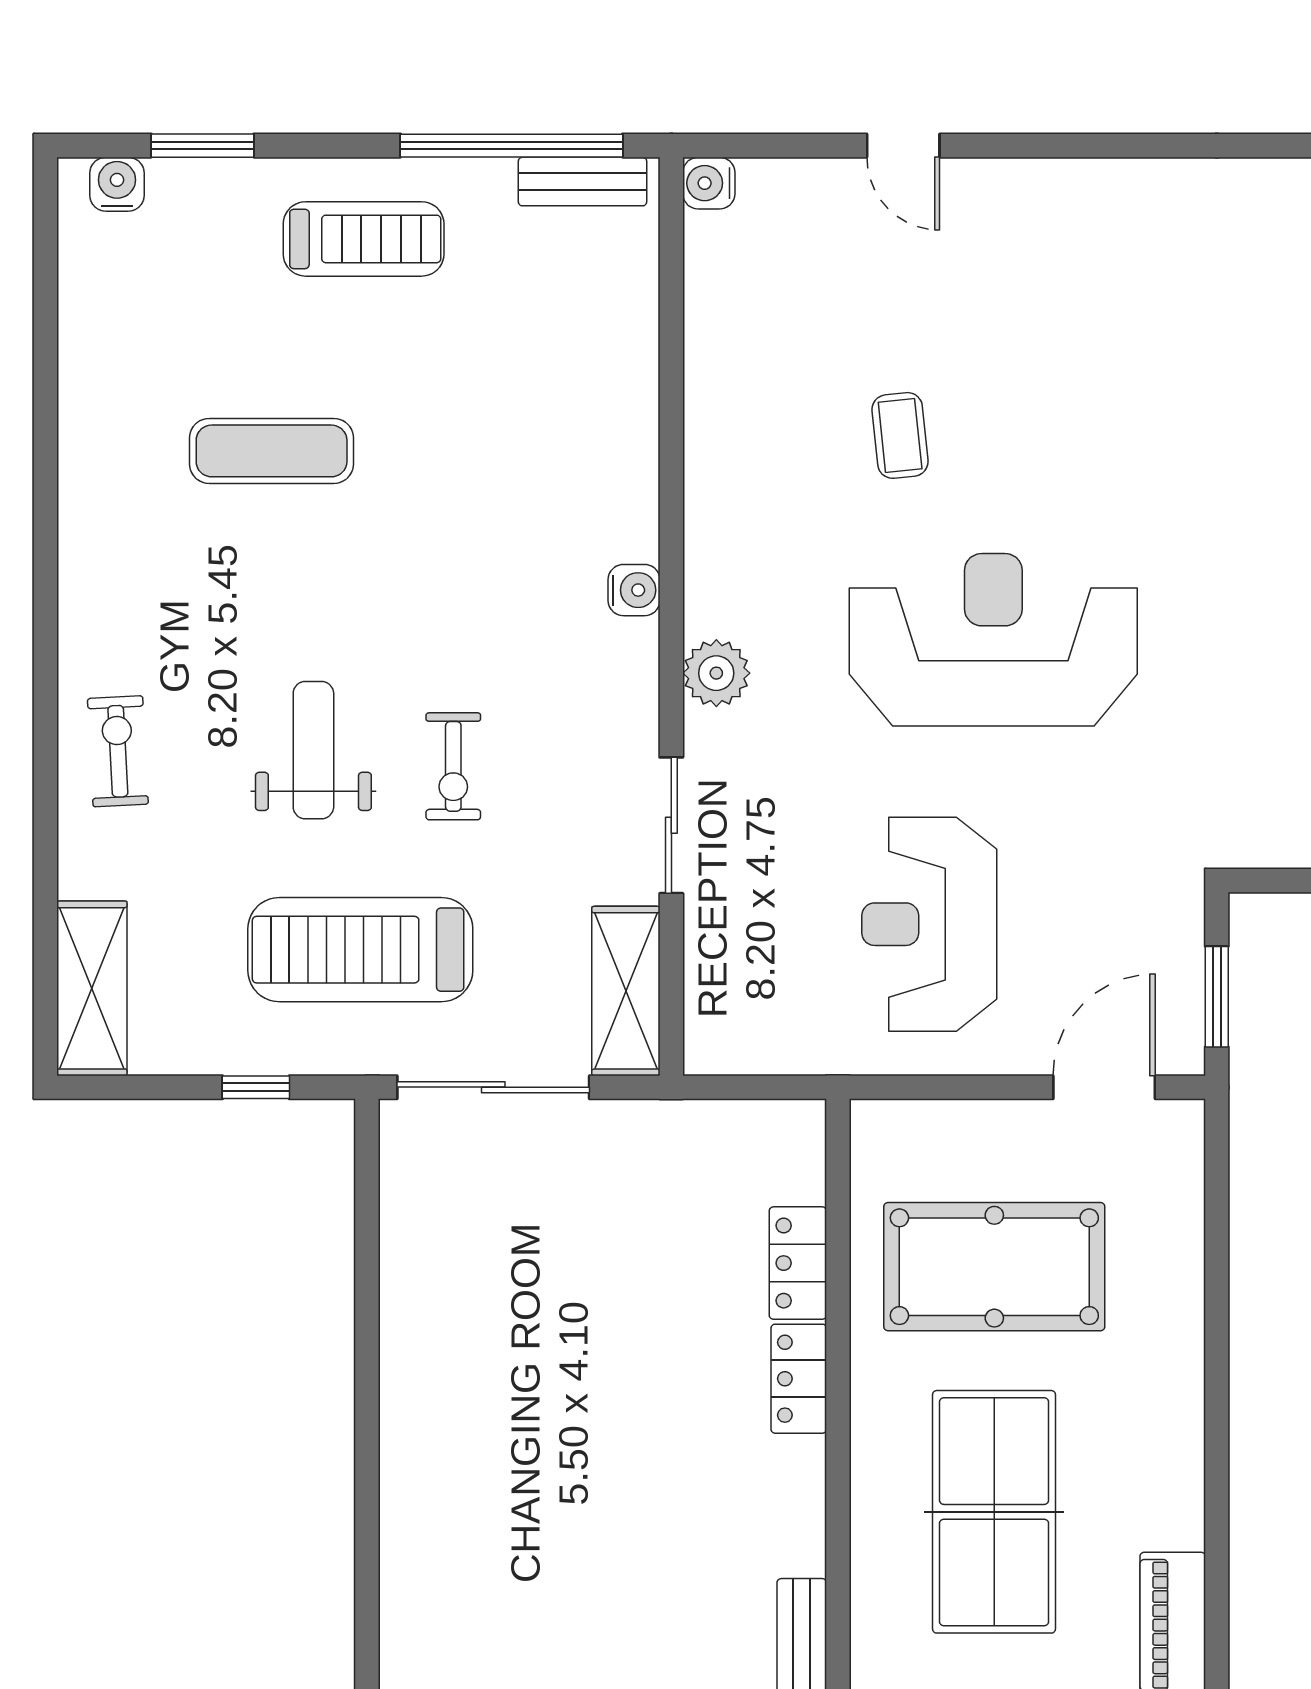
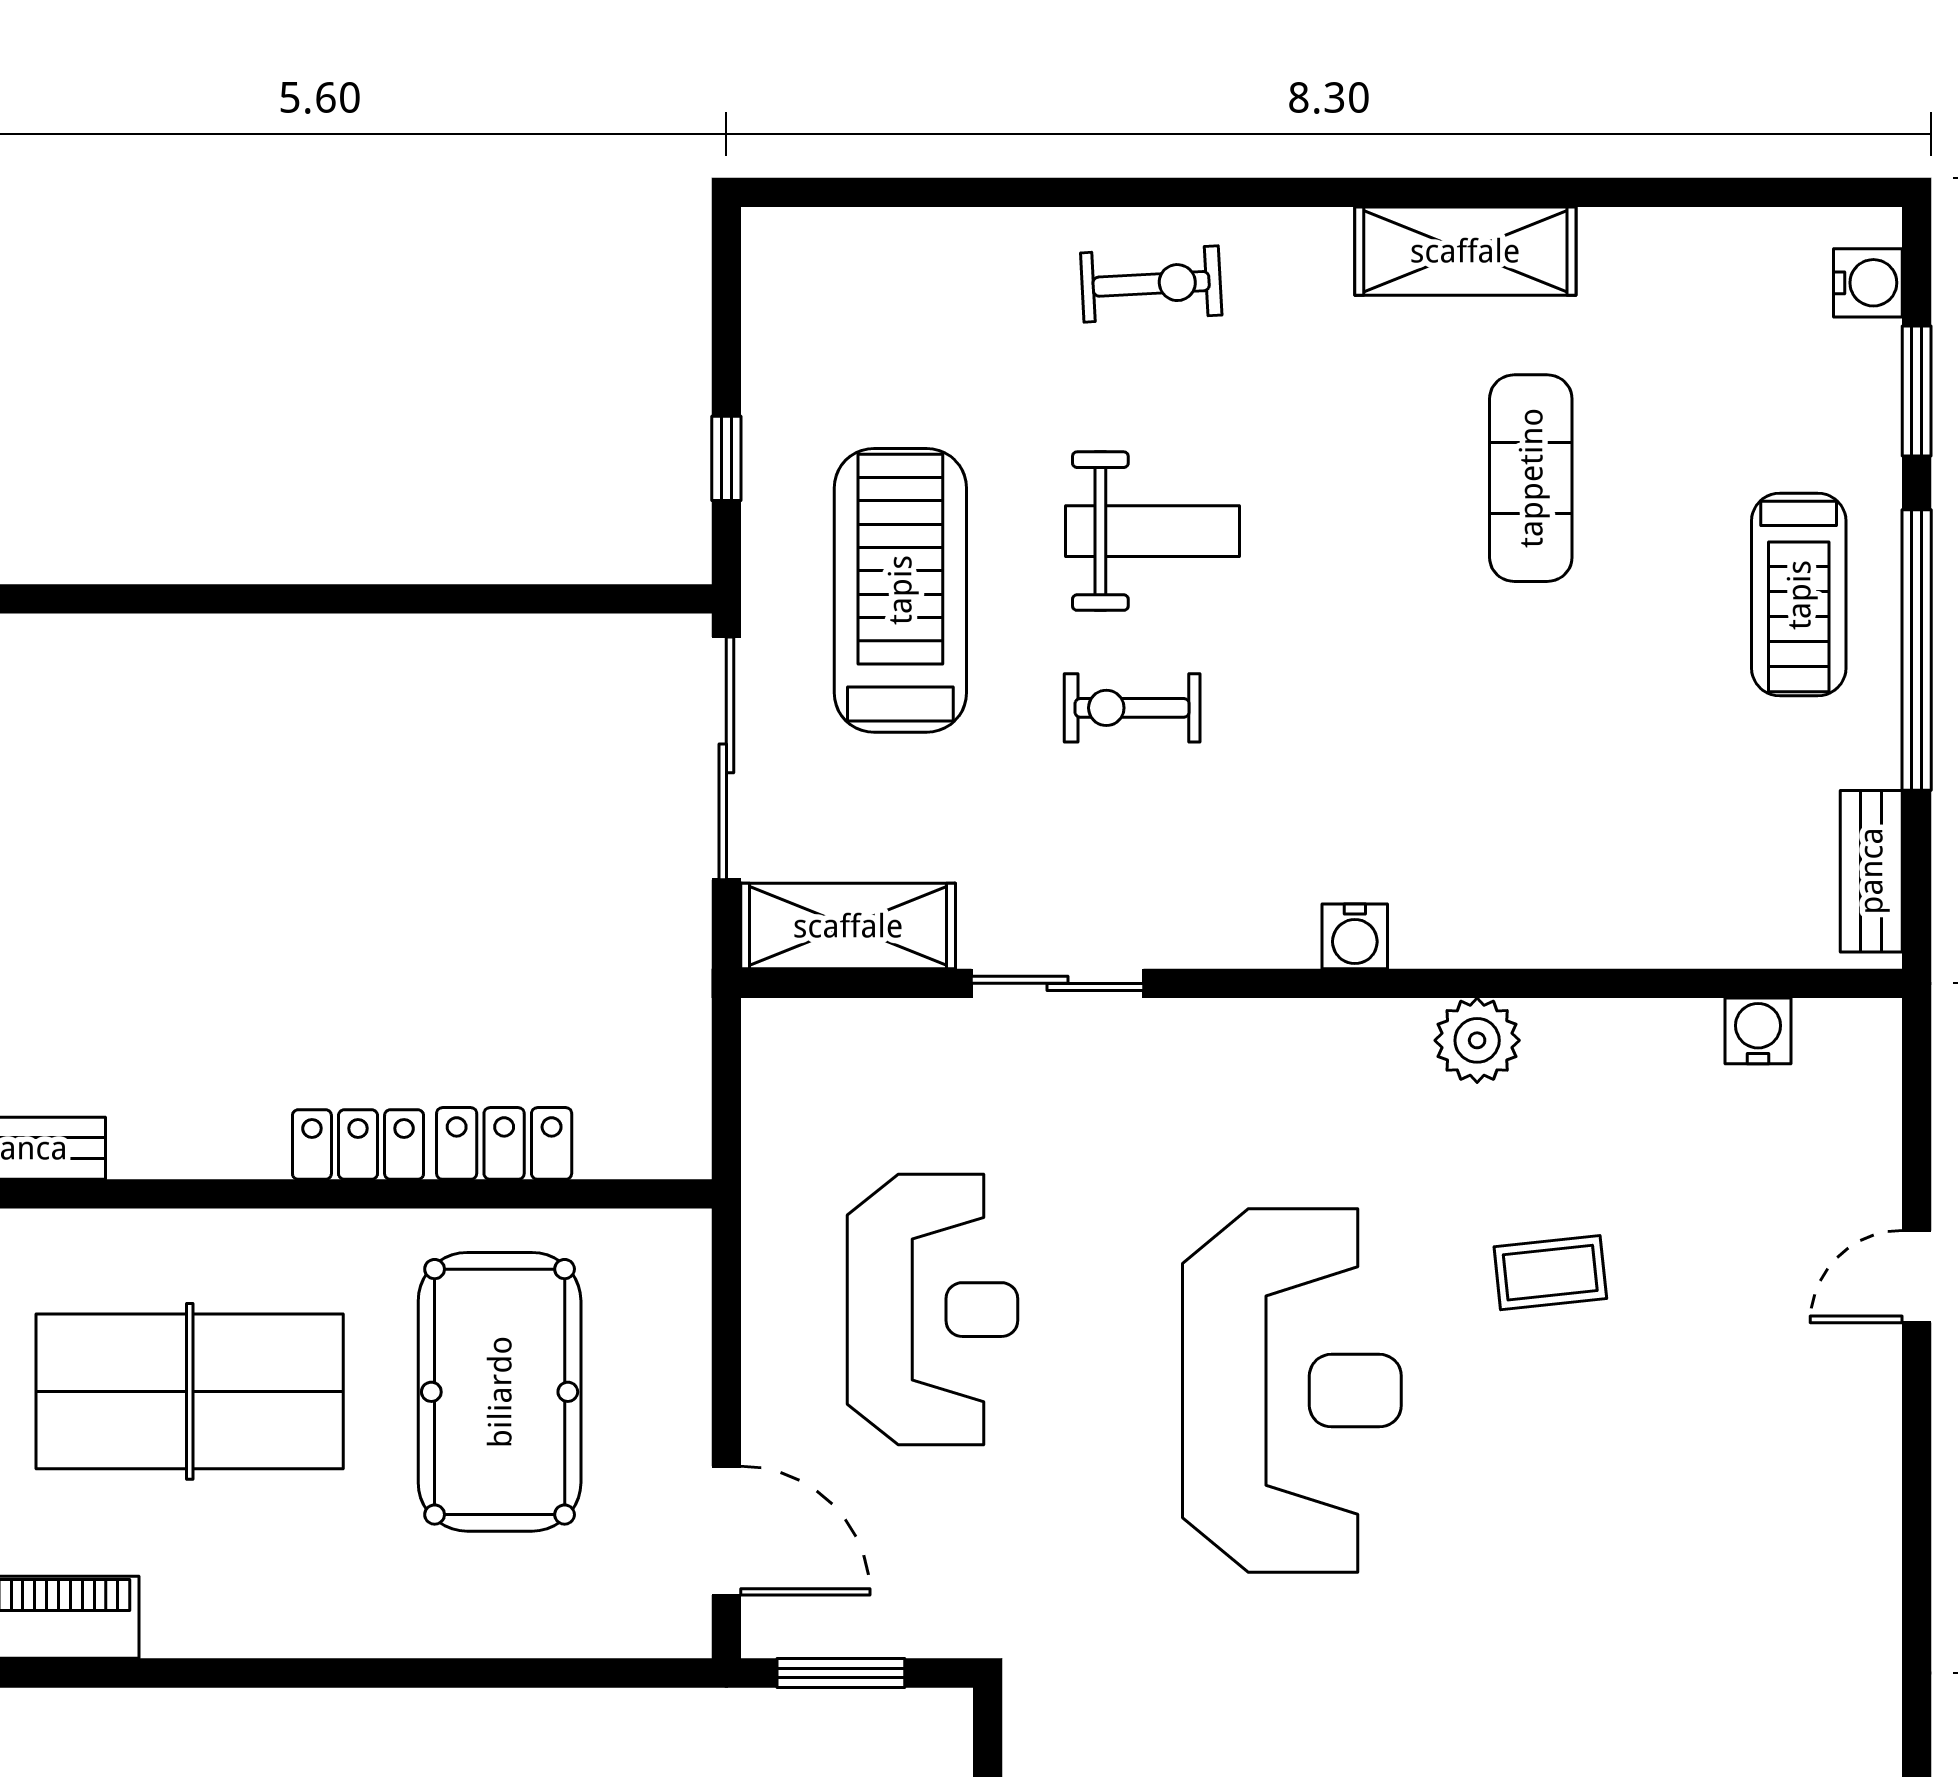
window: (511, 146) -> (1917, 650), moved
water cooler: (709, 183) -> (1758, 1031), moved
plant: (716, 673) -> (1477, 1040), moved
reception desk: (929, 924) -> (932, 1310), turned 90
shelving: (92, 988) -> (1465, 251), moved

